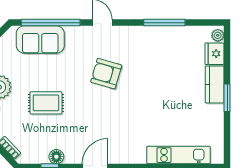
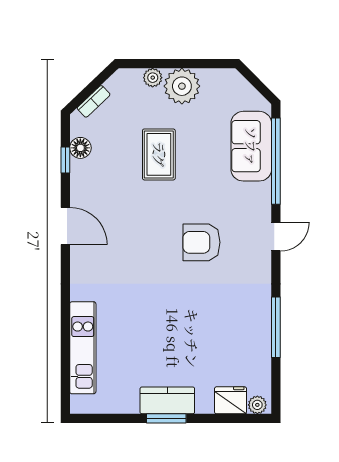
armchair: (106, 74) -> (201, 242), turned -106
kitchen counter: (215, 85) -> (167, 400), moved
floor lamp: (56, 157) -> (80, 148), moved

